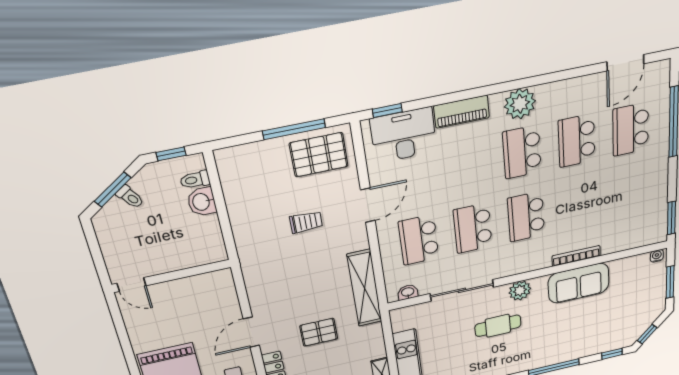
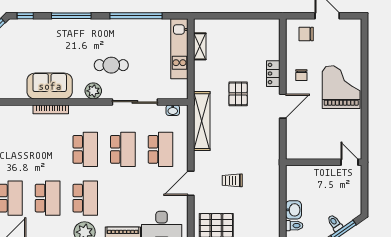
pallet: (319, 332) -> (238, 94), turned 90

